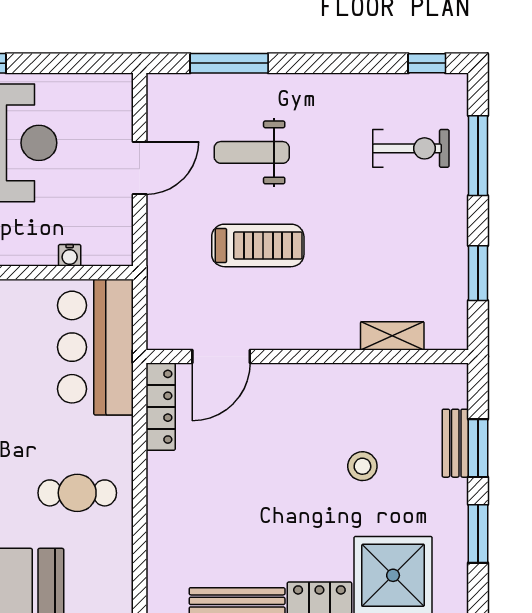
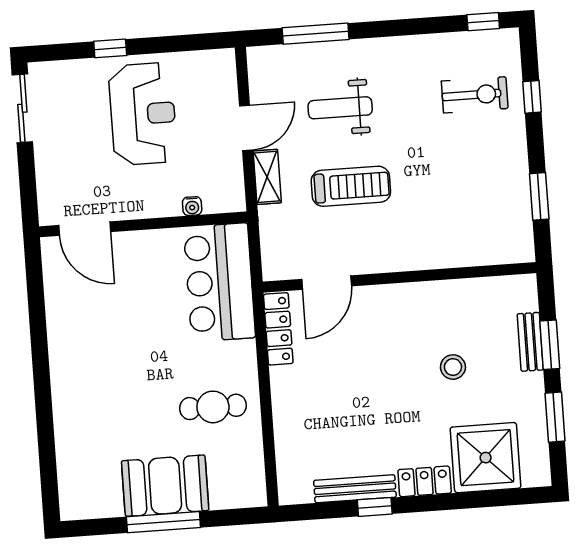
window: (478, 156) -> (532, 97), width x0.46
shelving: (392, 336) -> (267, 177), moved, turned 90

